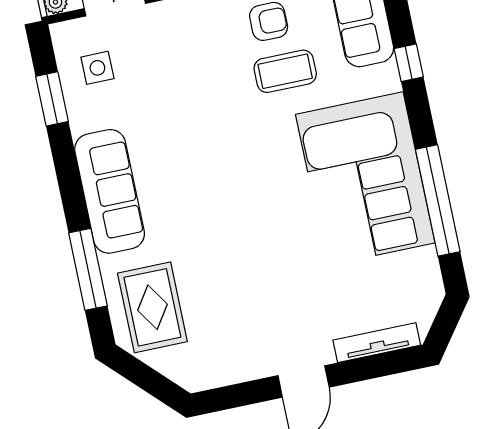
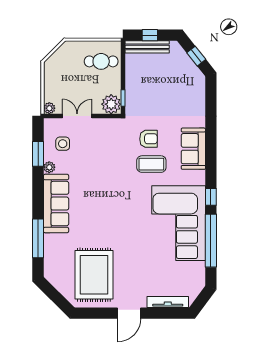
window: (409, 63) -> (211, 197), moved
plant: (81, 121) -> (49, 167), added
rug: (152, 307) -> (94, 275), moved, width x1.37, depth x1.44

